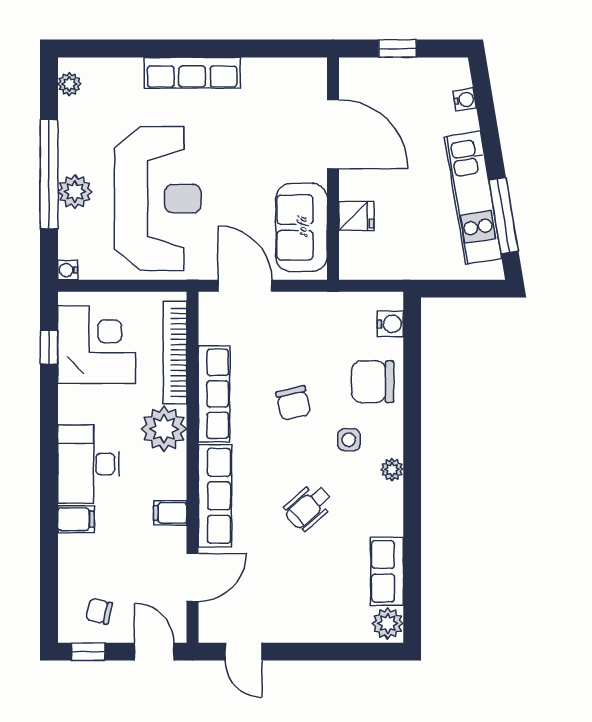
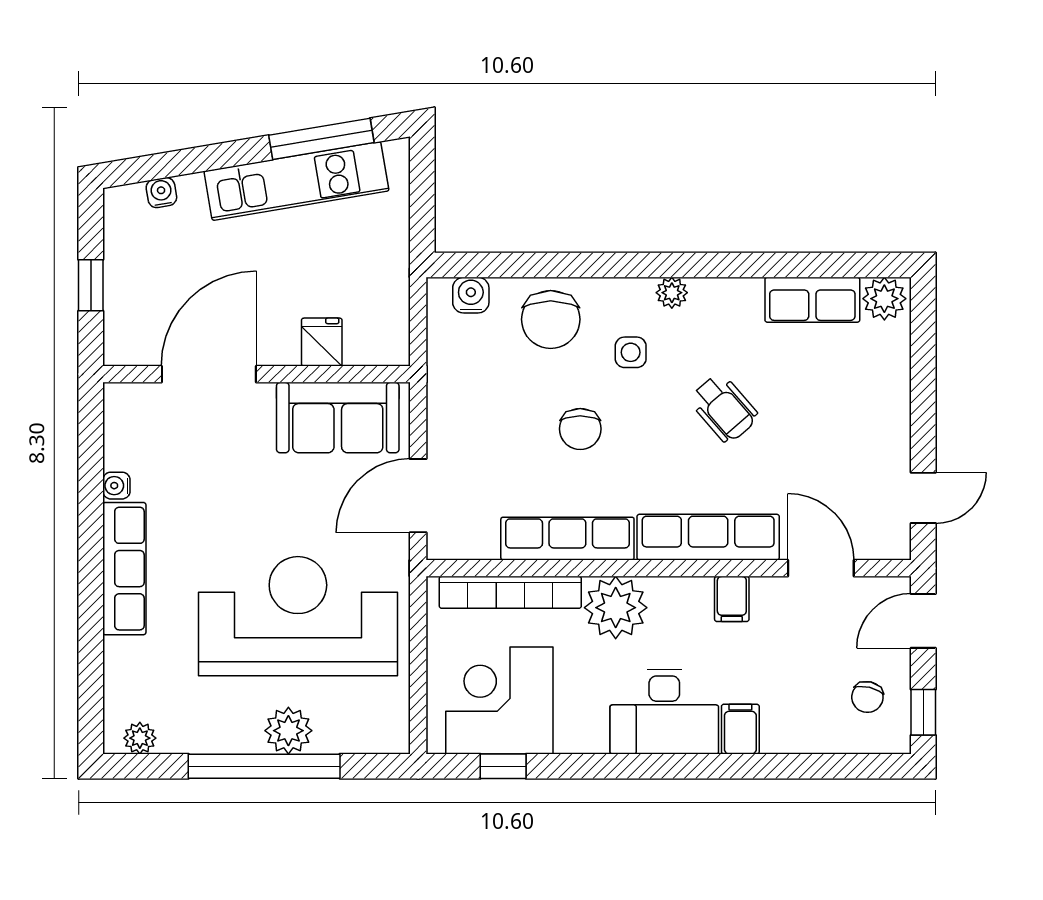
water cooler: (68, 270) -> (116, 486), moved, turned 90
chair: (293, 403) -> (580, 429), turned 103

